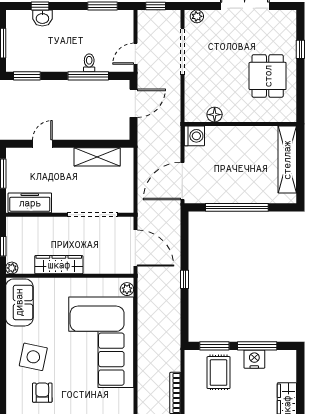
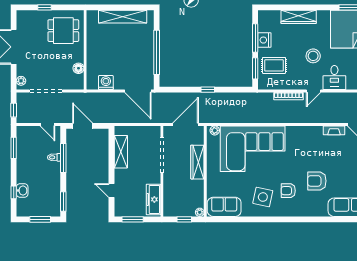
floor lamp: (215, 115) -> (78, 68), moved
wall: (240, 124) -> (85, 50), moved
wardrobe: (59, 265) -> (197, 162), moved

